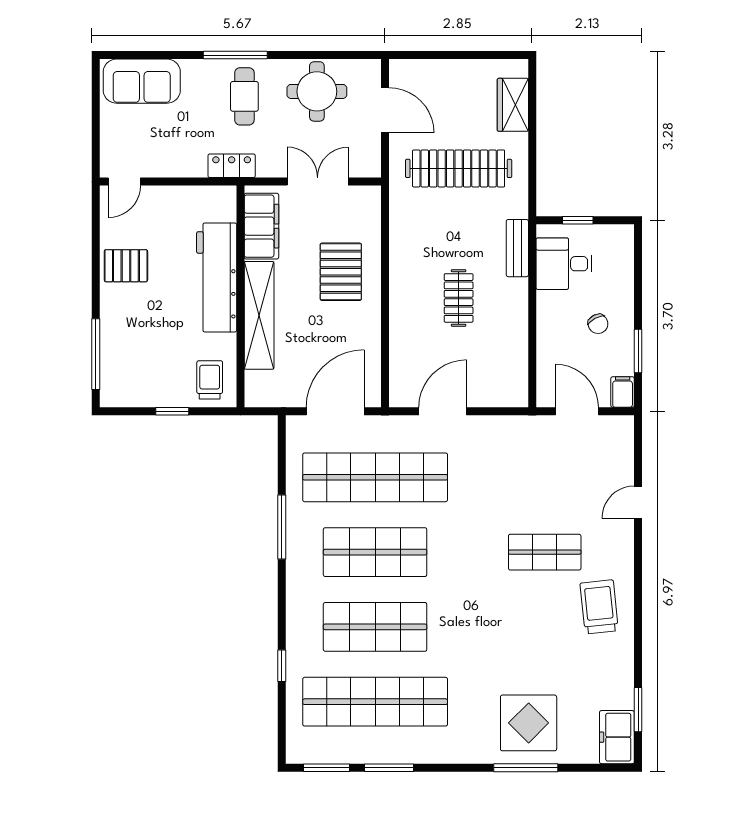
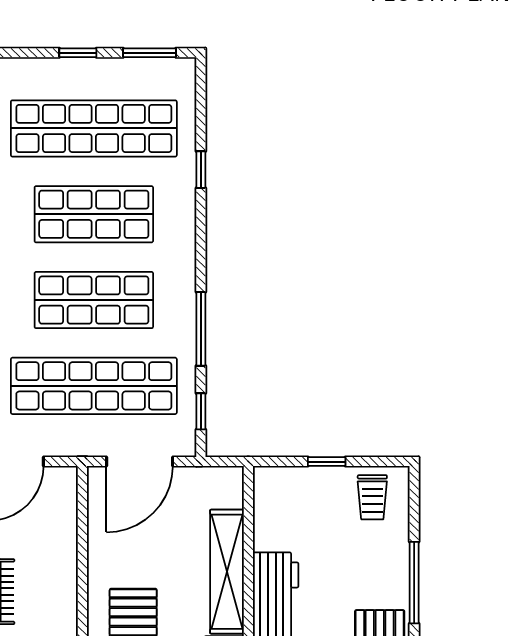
window: (96, 354) -> (414, 583), moved
trolley: (210, 380) -> (372, 497), moved
window: (282, 455) -> (201, 411), added
window: (389, 768) -> (78, 53), width x0.67

